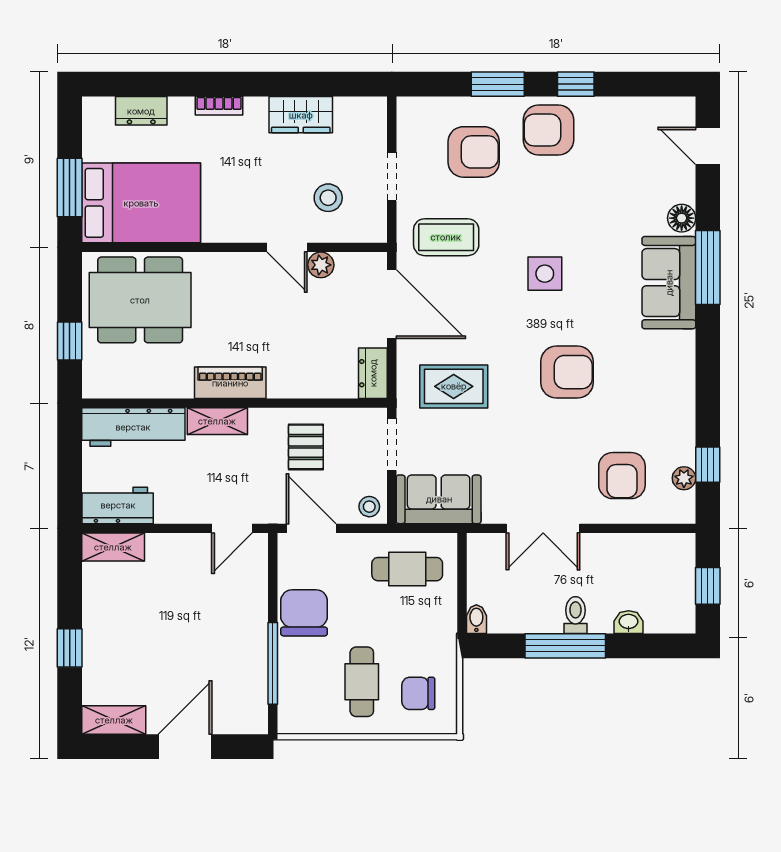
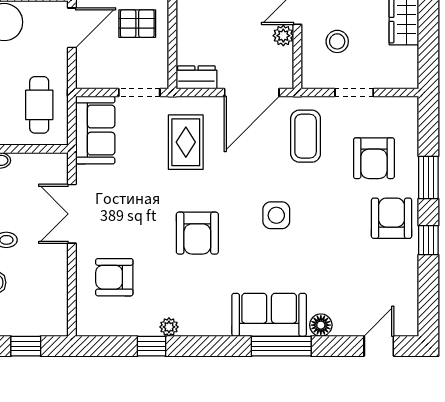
window: (708, 465) -> (151, 346), moved
plant: (684, 478) -> (169, 327), moved
stool: (369, 507) -> (89, 74), removed

